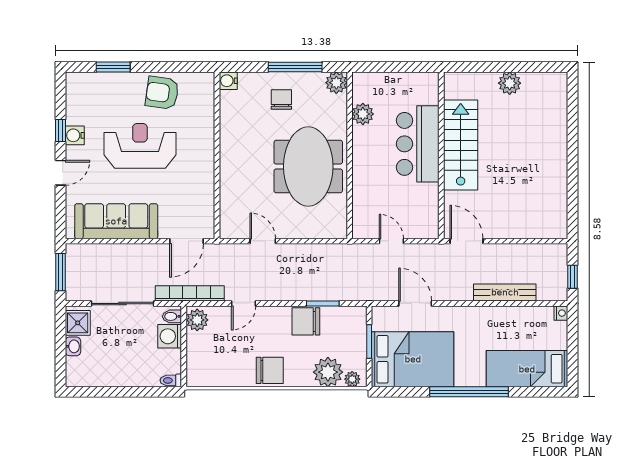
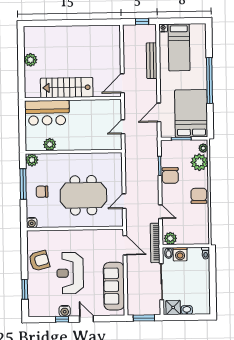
armchair: (162, 93) -> (39, 261), turned -113
bar counter: (418, 144) -> (47, 113), moved
meeting table: (308, 167) -> (83, 195), moved
bed: (527, 369) -> (179, 47), moved

